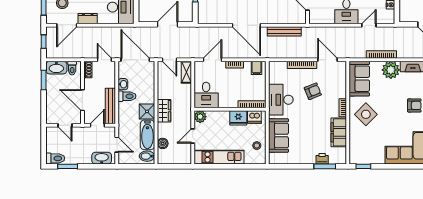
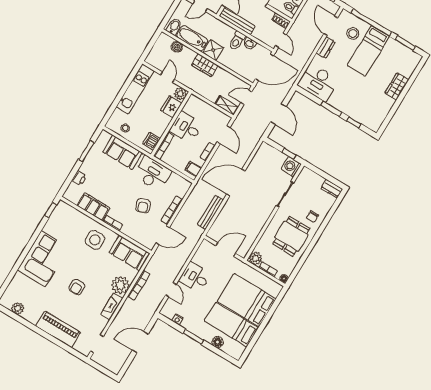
door: (104, 60) -> (281, 40), hinge flipped
desk: (206, 95) -> (186, 127), moved
side table: (366, 114) -> (95, 240), turned 45
fridge: (238, 118) -> (171, 107), moved
window: (325, 166) -> (86, 151), moved

